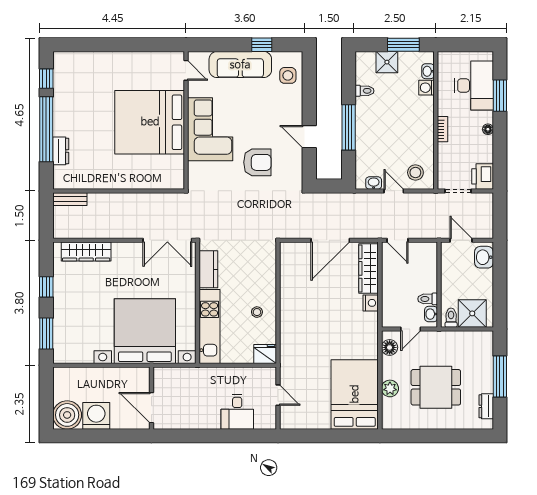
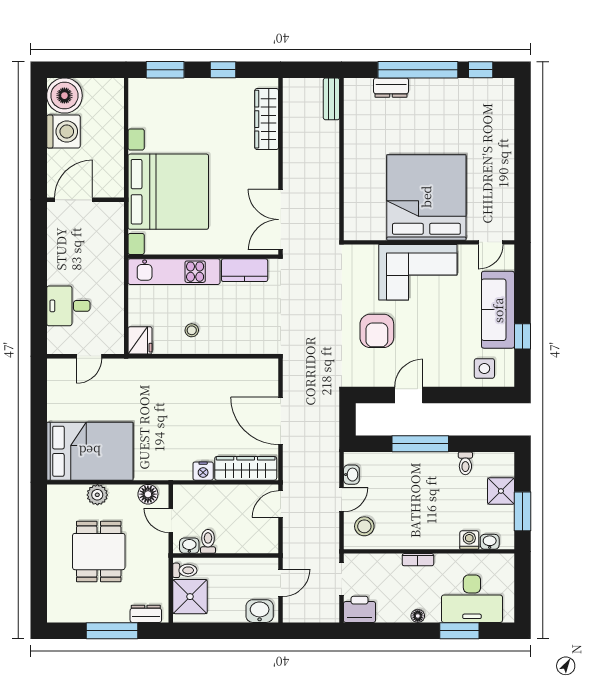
dresser: (486, 406) -> (146, 614), moved

